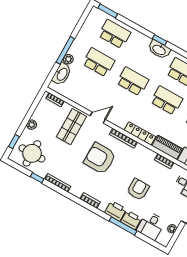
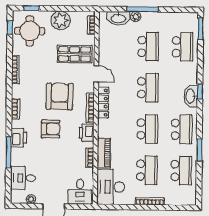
plant: (32, 125) -> (61, 20), width x1.88, depth x1.88
locker: (140, 134) -> (103, 103), moved
window: (37, 178) -> (10, 27), moved
armchair: (138, 189) -> (51, 129), moved
printer: (131, 220) -> (87, 133), moved, turned 180

